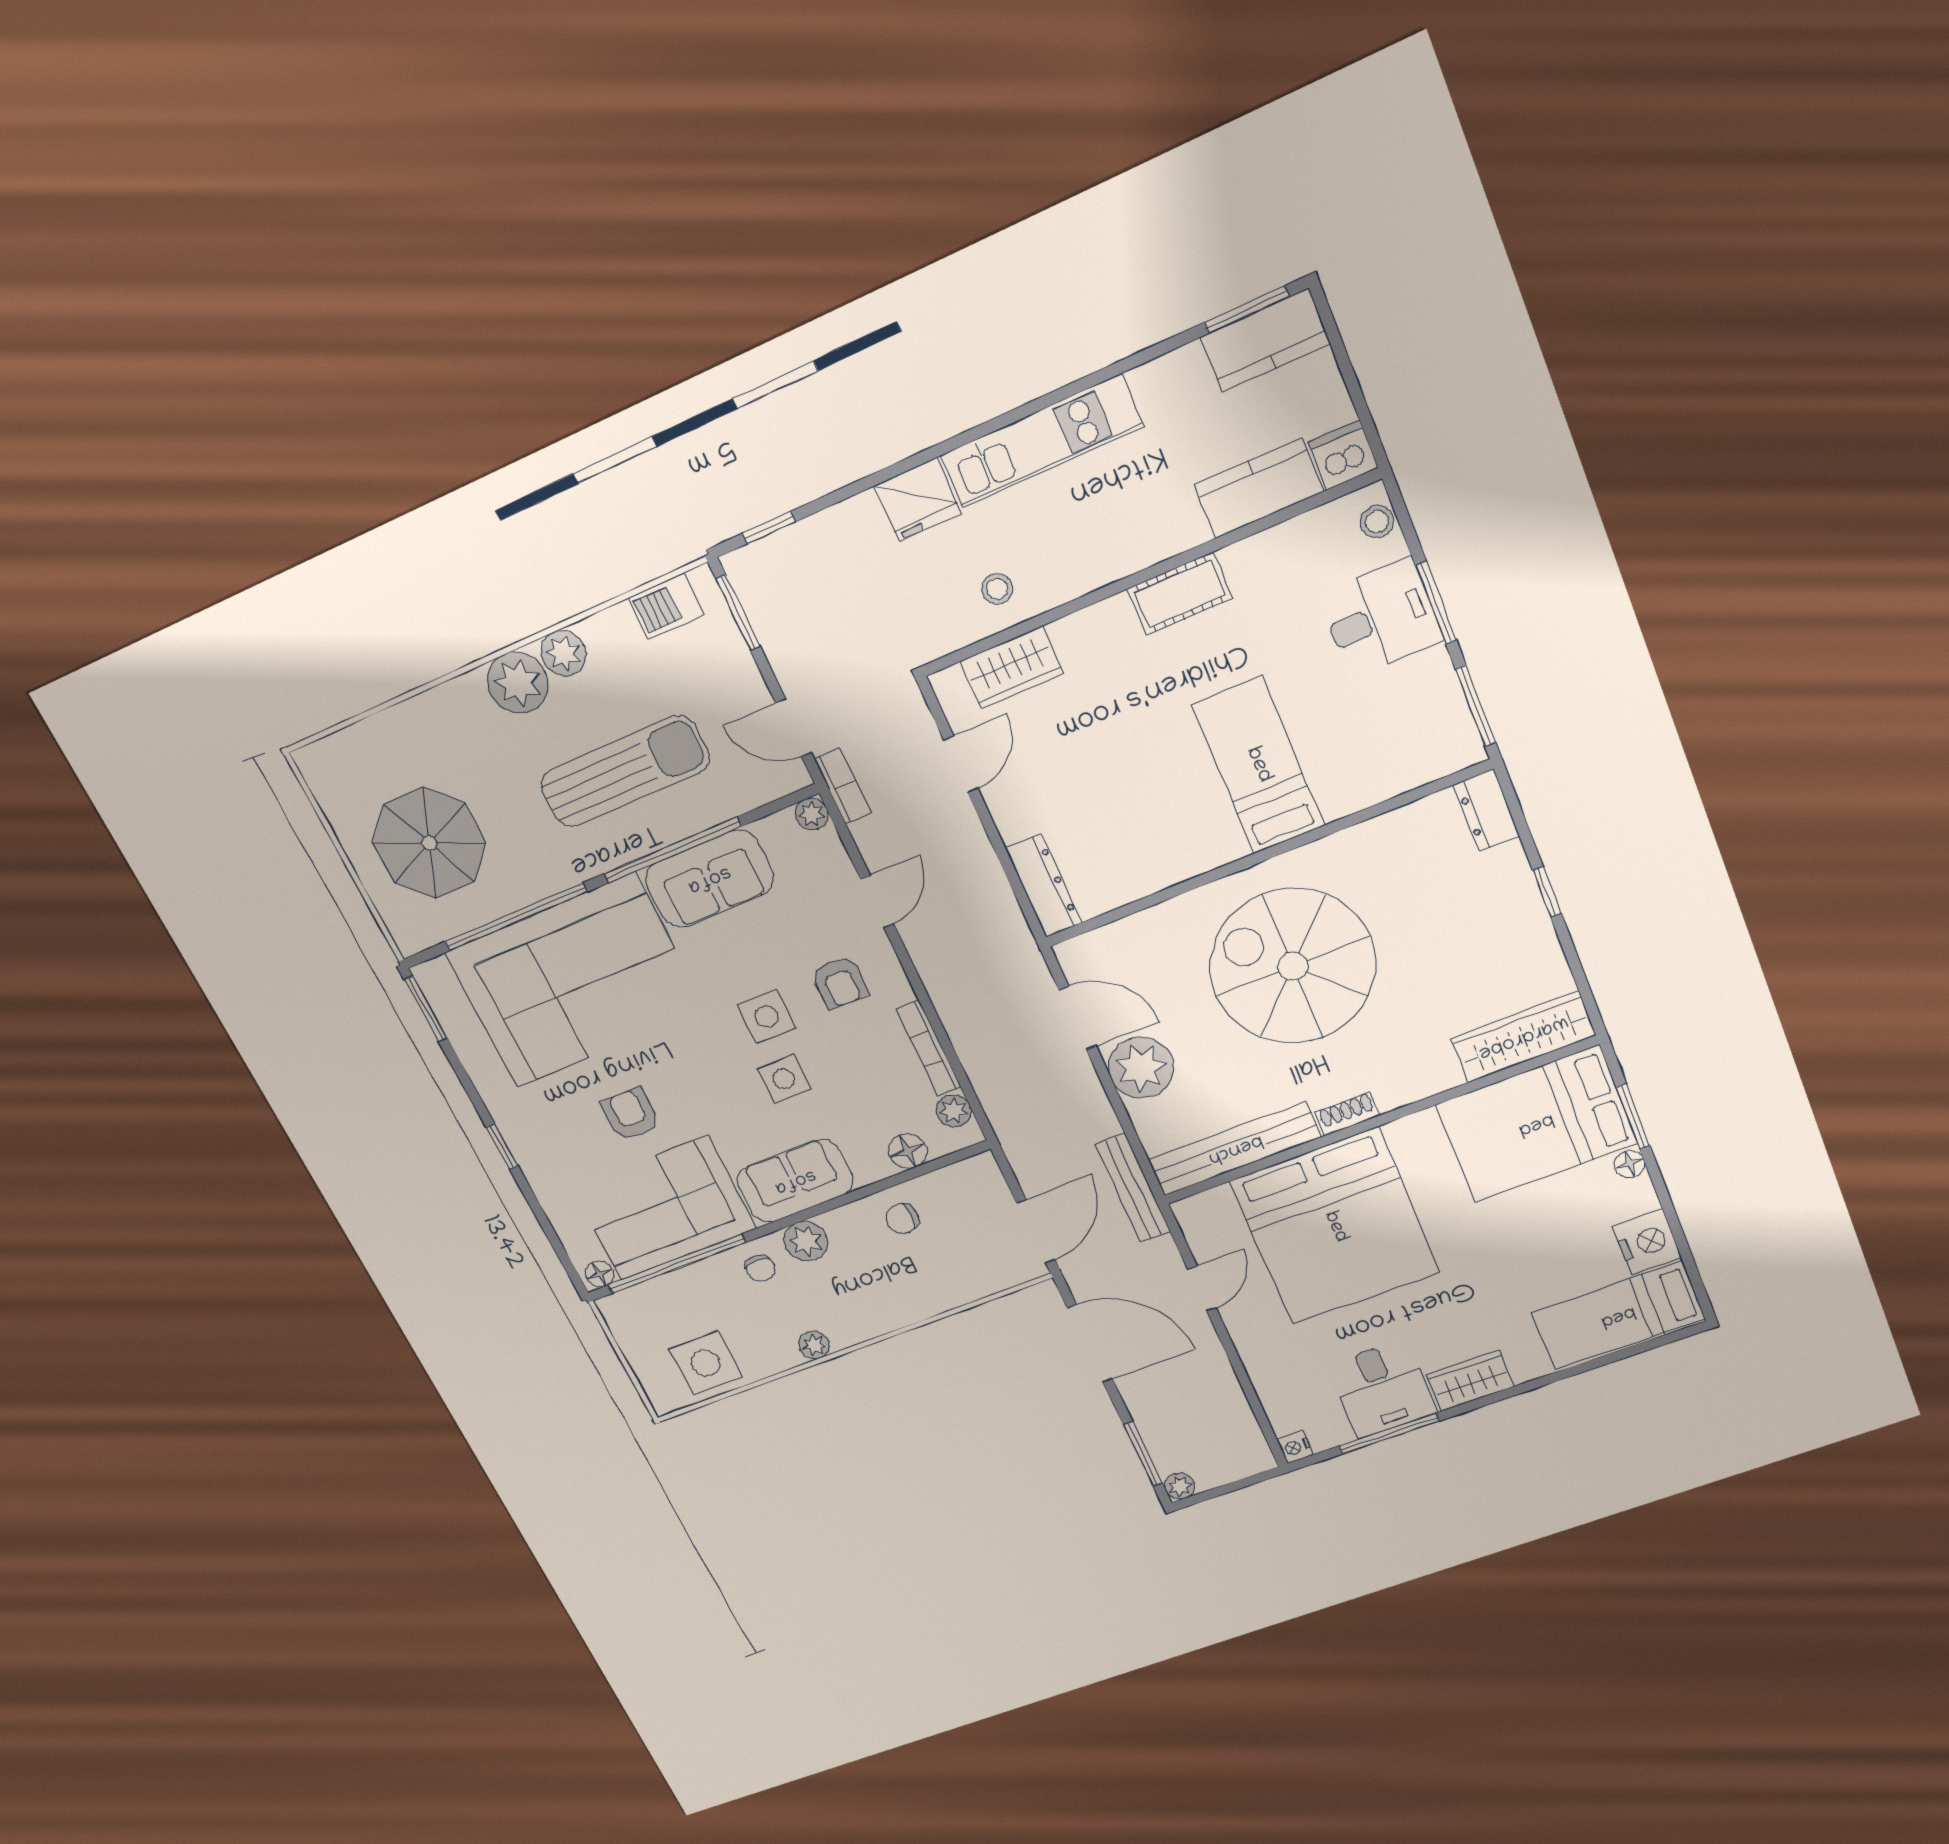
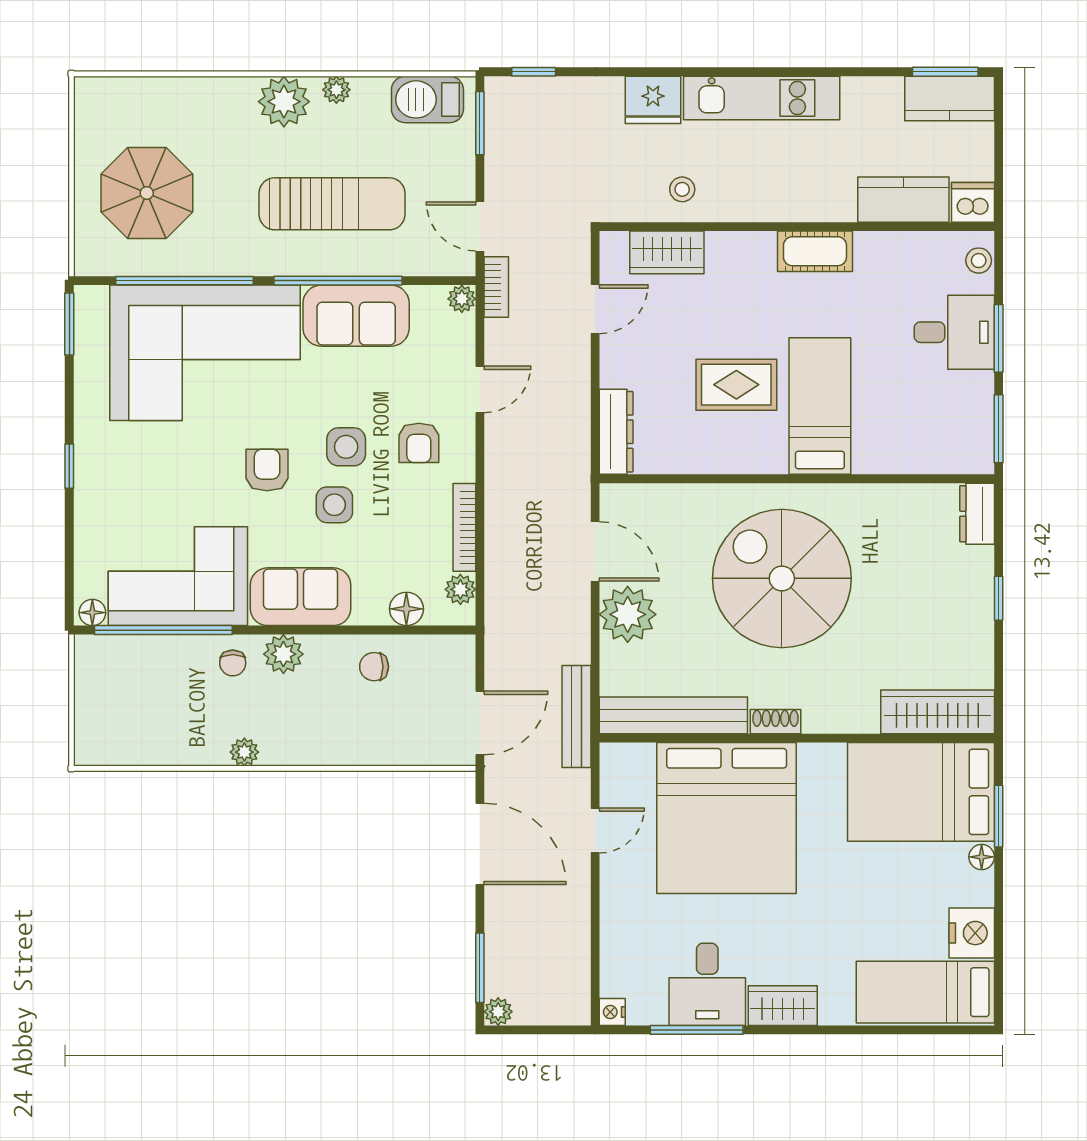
barbecue: (666, 606) -> (427, 99), width x1.38, depth x1.27
plant: (564, 653) -> (336, 90), width x0.73, depth x0.73
rug: (1154, 781) -> (736, 385), added
armchair: (631, 1114) -> (267, 470), moved
side table: (706, 1363) -> (142, 731), removed

